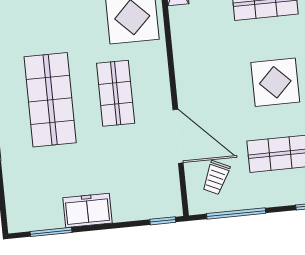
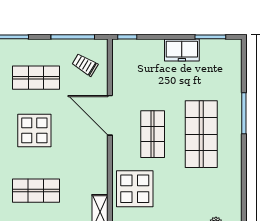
door: (178, 136) -> (110, 115), moved
trolley: (216, 178) -> (85, 65), turned -84

